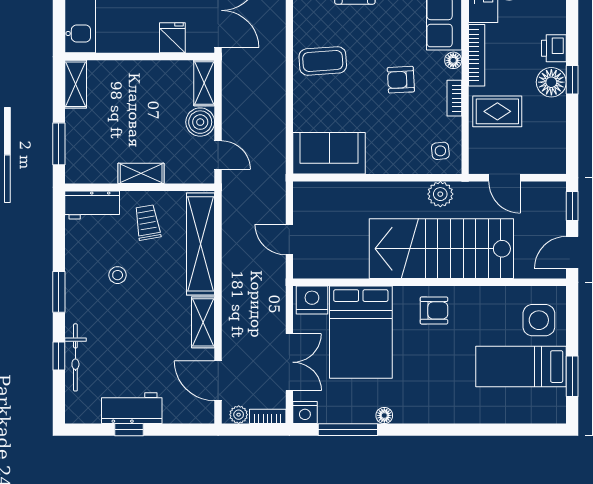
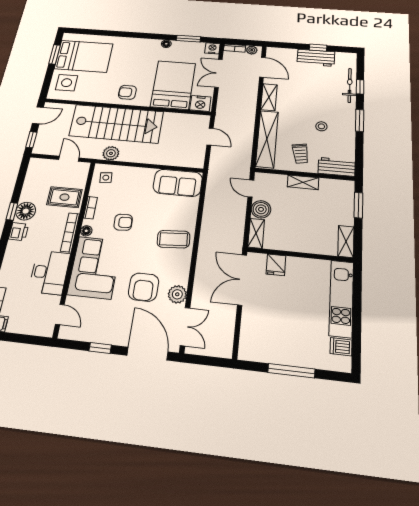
bed: (521, 367) -> (84, 56), width x1.50
window: (348, 430) -> (188, 39), width x0.69

